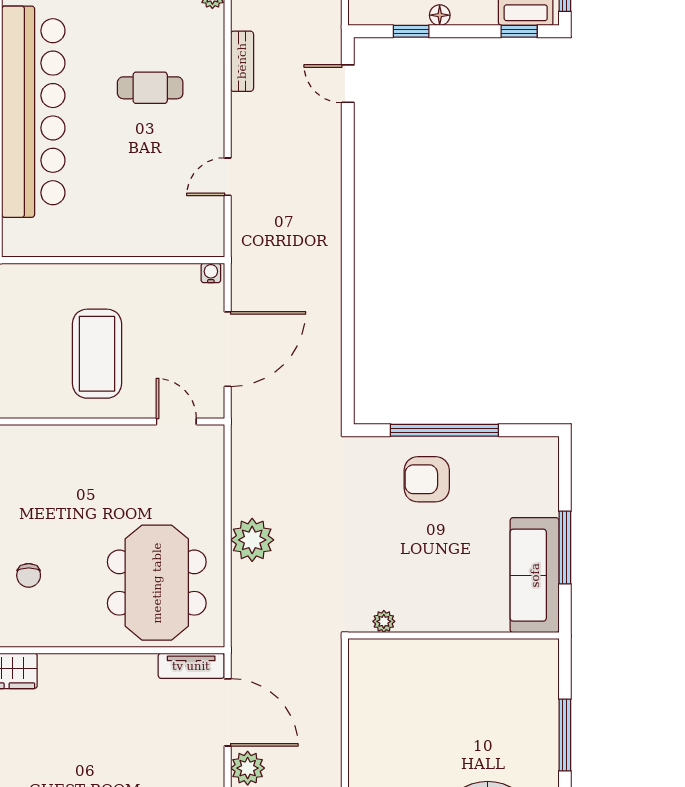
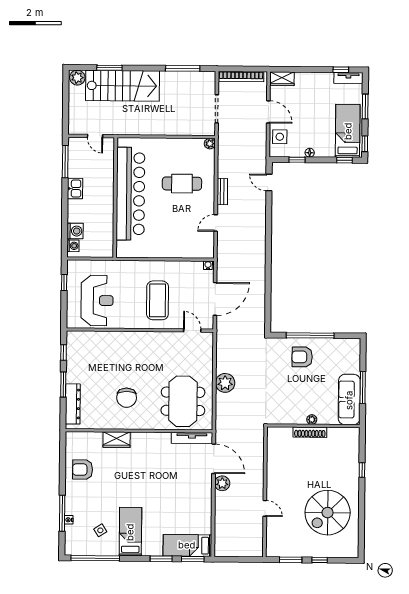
bench: (242, 61) -> (222, 192), moved
cafe table: (150, 88) -> (182, 184), width x1.37, depth x1.35
chair: (29, 575) -> (127, 398), width x1.87, depth x1.87
plant: (384, 621) -> (312, 420), moved
shoe rack: (446, 650) -> (310, 432), added
tv unit: (191, 666) -> (192, 438), width x1.41
window: (565, 735) -> (362, 470), width x0.46

